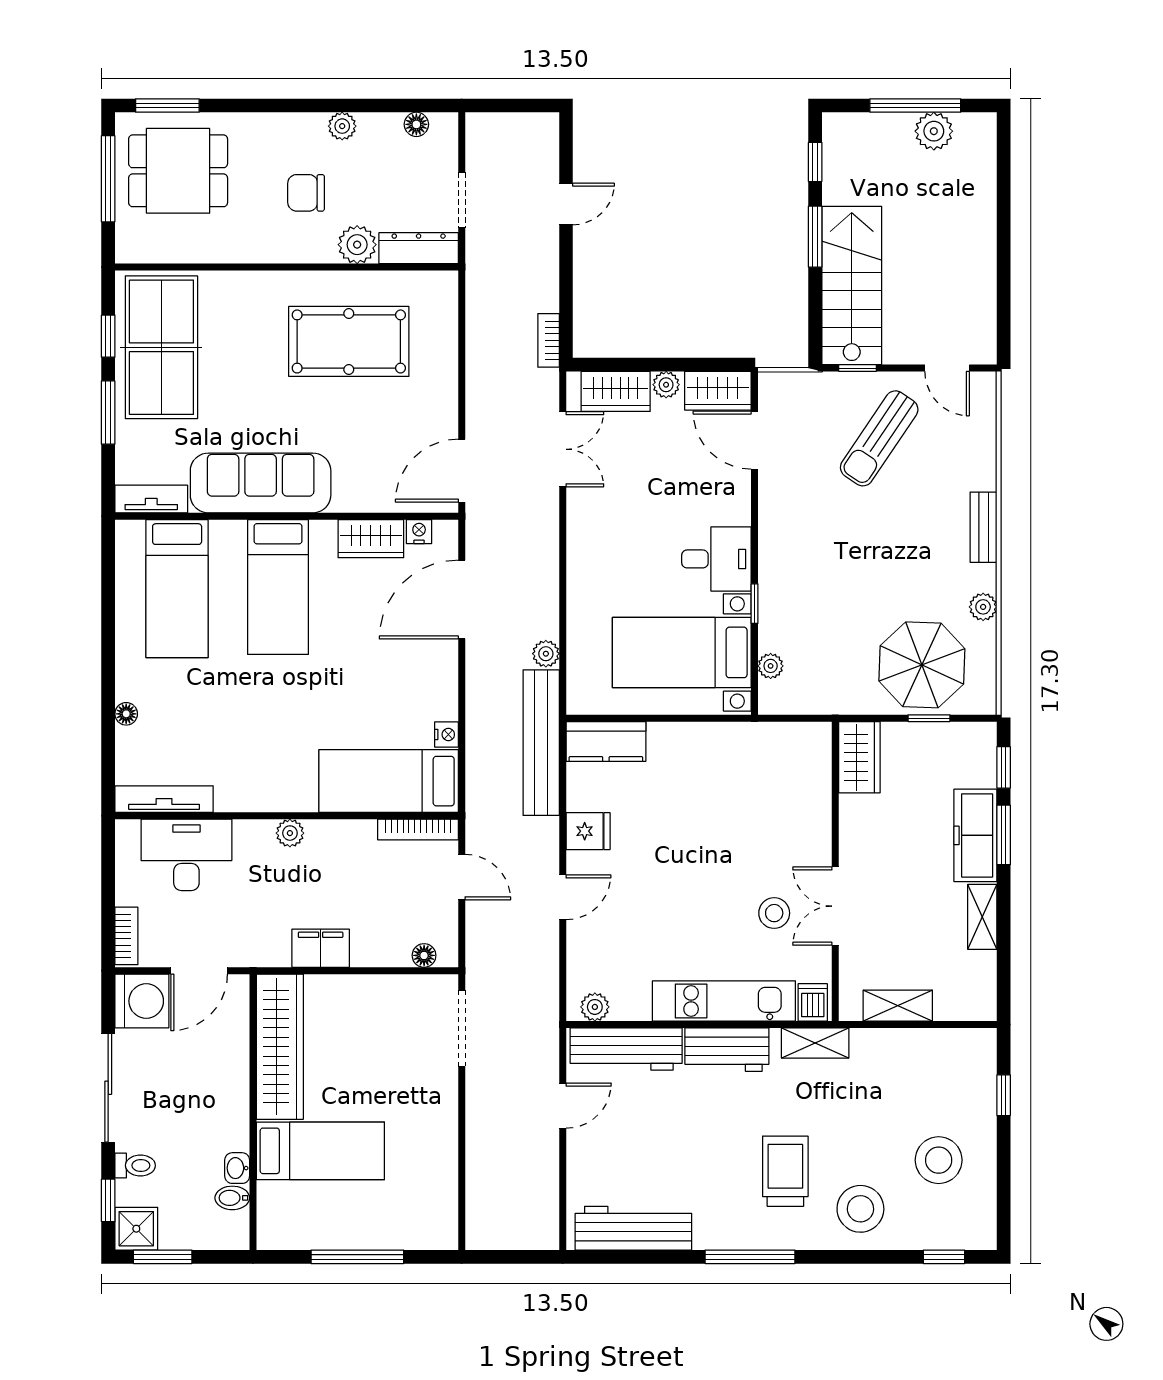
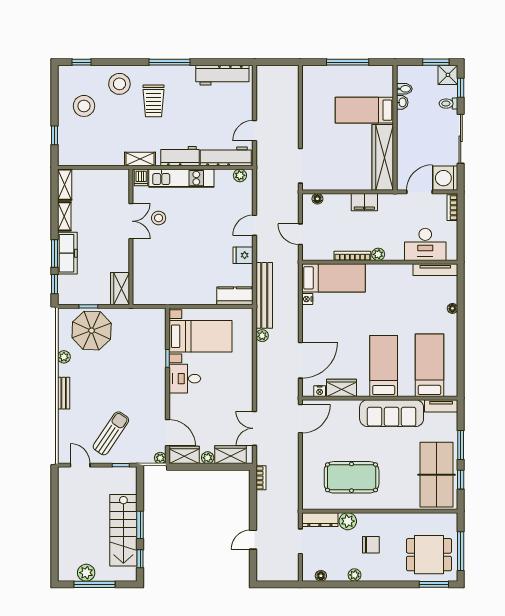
stairs: (852, 286) -> (123, 530), moved
plant: (771, 666) -> (160, 458), moved
bookcase: (418, 830) -> (352, 256), moved
shelving: (898, 1006) -> (65, 185), moved, turned 90

